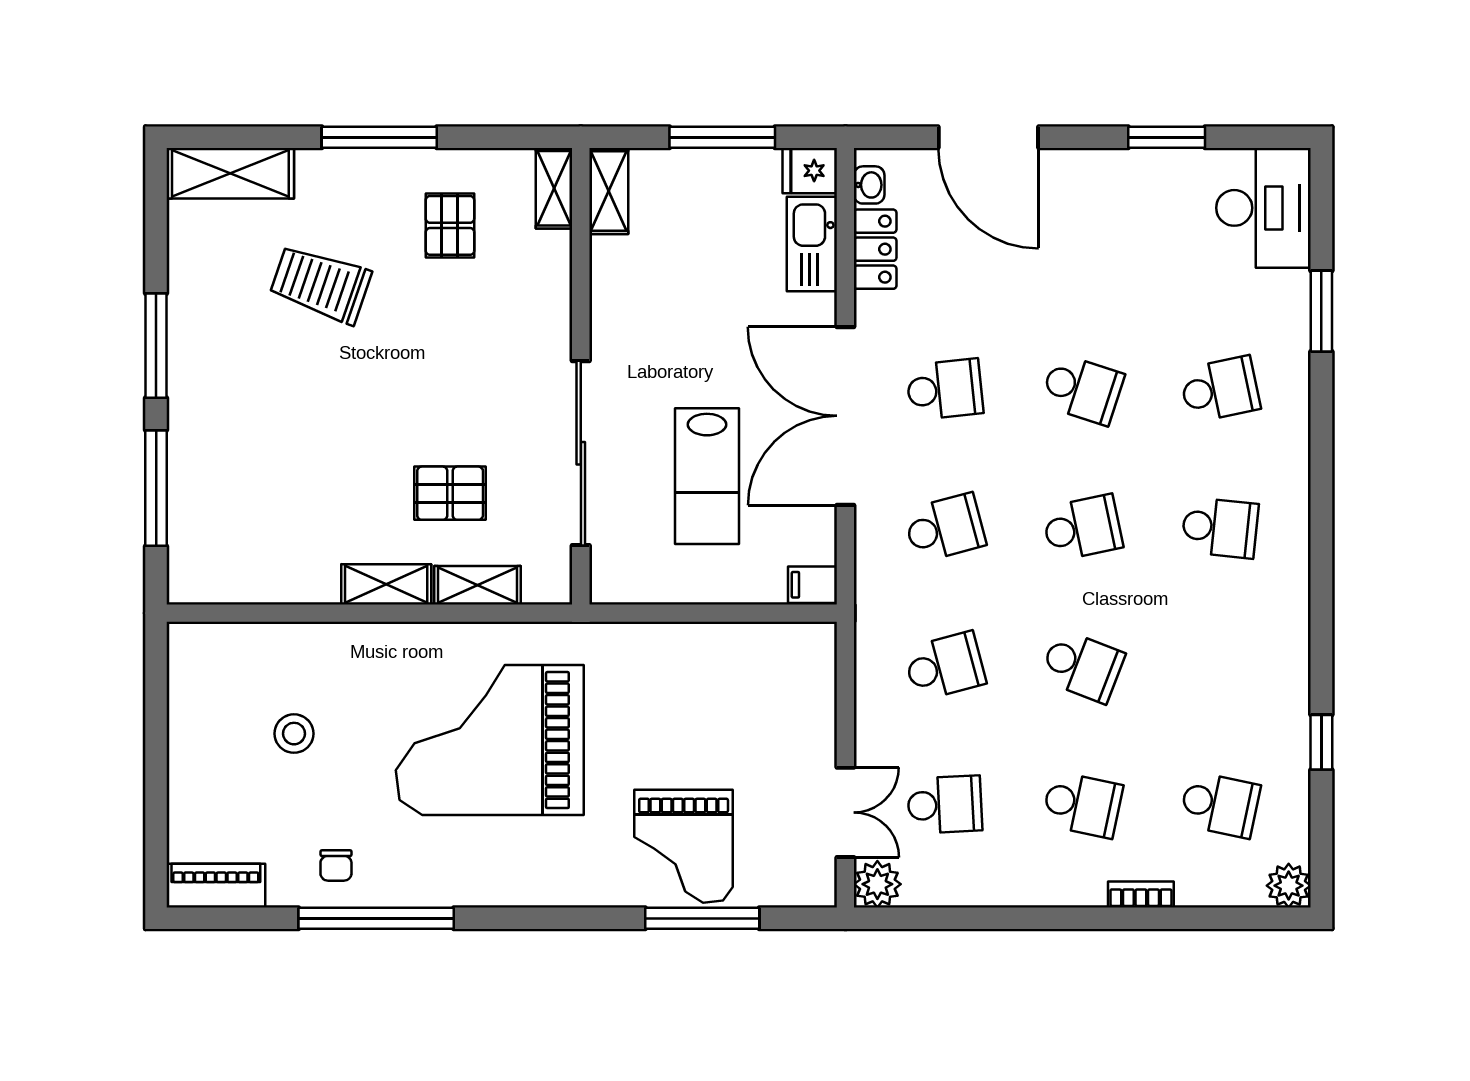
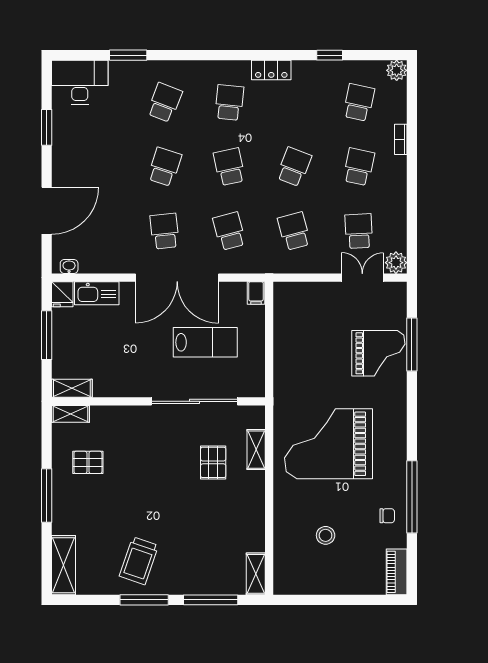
locker: (875, 249) -> (271, 70), moved, turned 180
trolley: (320, 284) -> (139, 561), moved
school desk: (1220, 389) -> (165, 102), turned 33
shelving: (386, 584) -> (256, 574), moved
grand piano: (490, 740) -> (329, 444), turned 90

